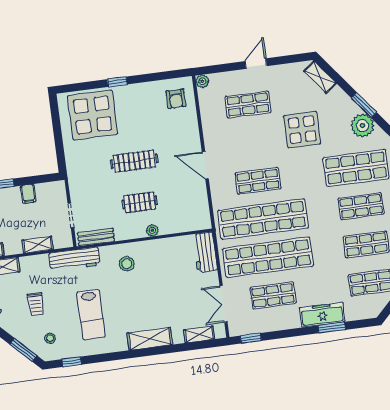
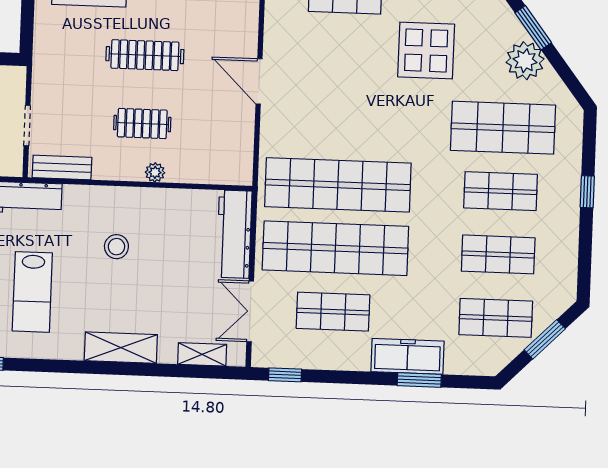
shop shelf: (258, 181) -> (340, 121), removed
workbench: (205, 252) -> (234, 234), width x1.37
stool: (127, 264) -> (116, 247), moved

